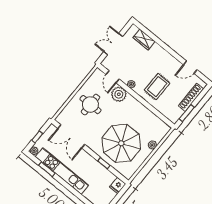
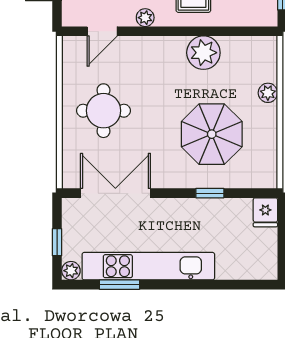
door: (113, 77) -> (102, 31), hinge flipped
plant: (119, 94) -> (203, 53), moved
double door: (71, 136) -> (115, 193), swing flipped
parasol: (121, 143) -> (212, 134), width x0.73, depth x0.73

